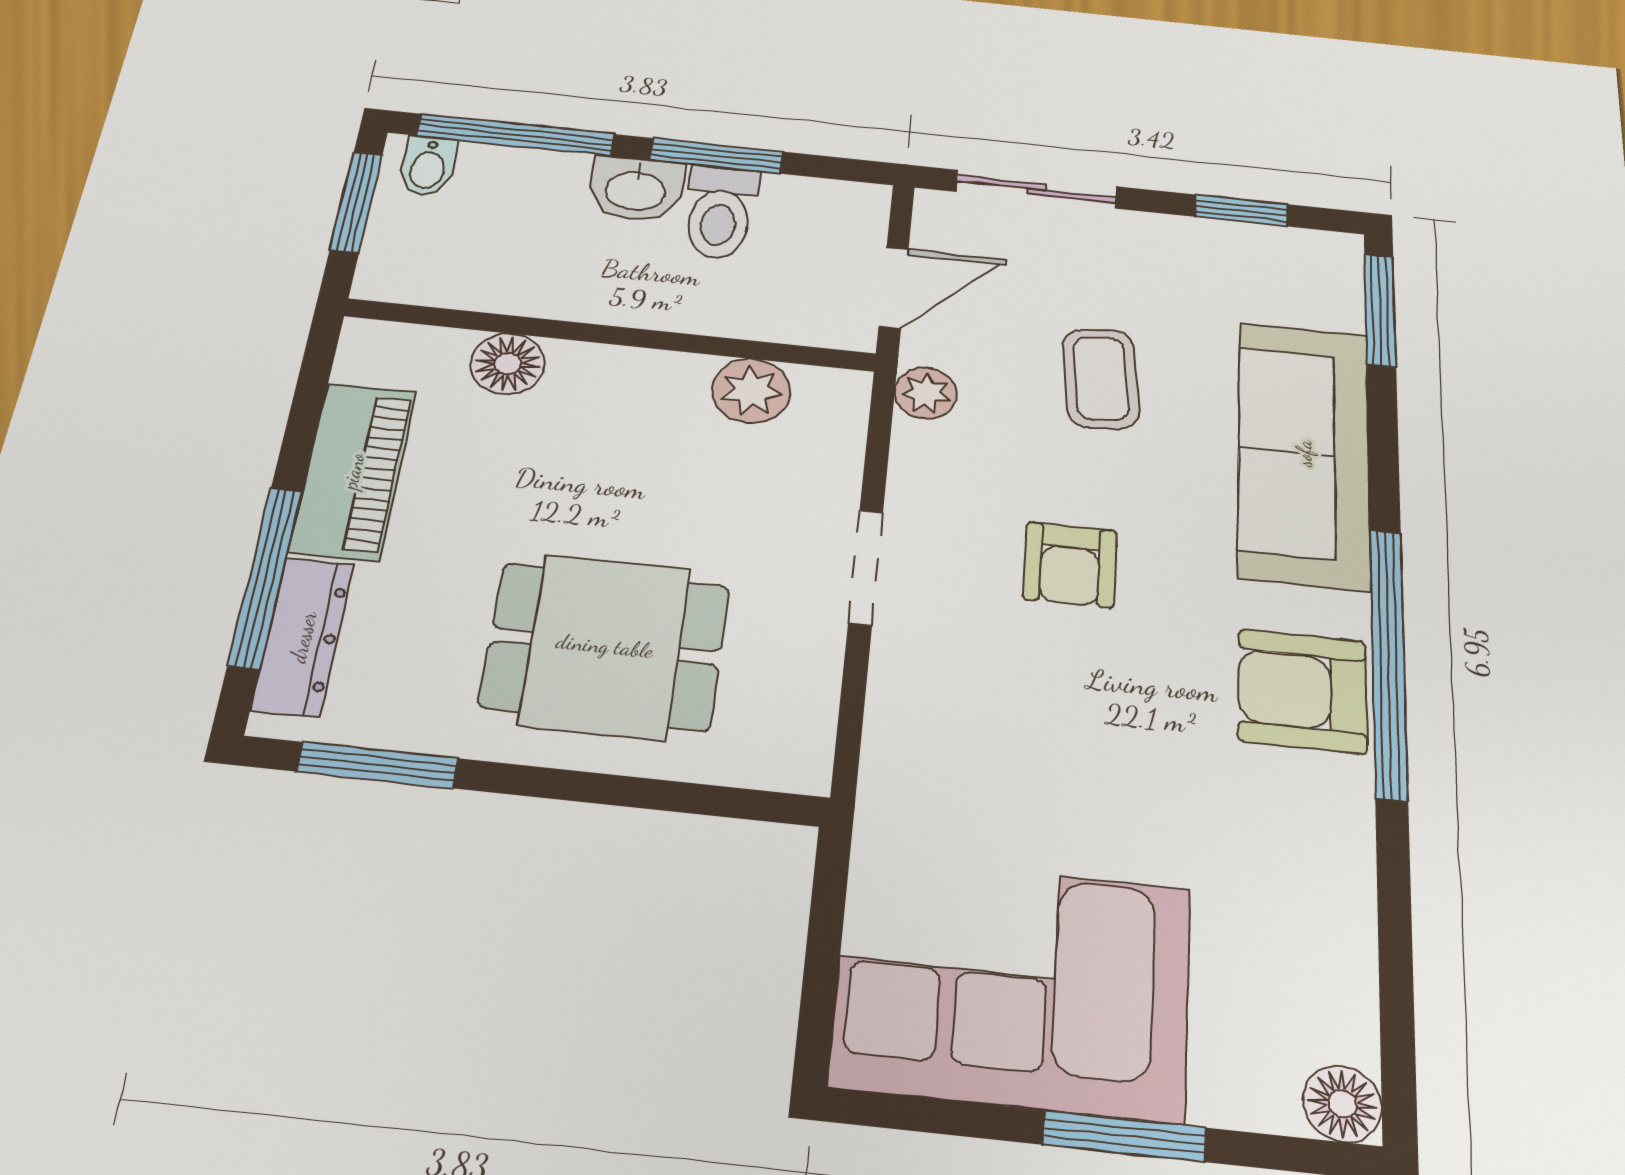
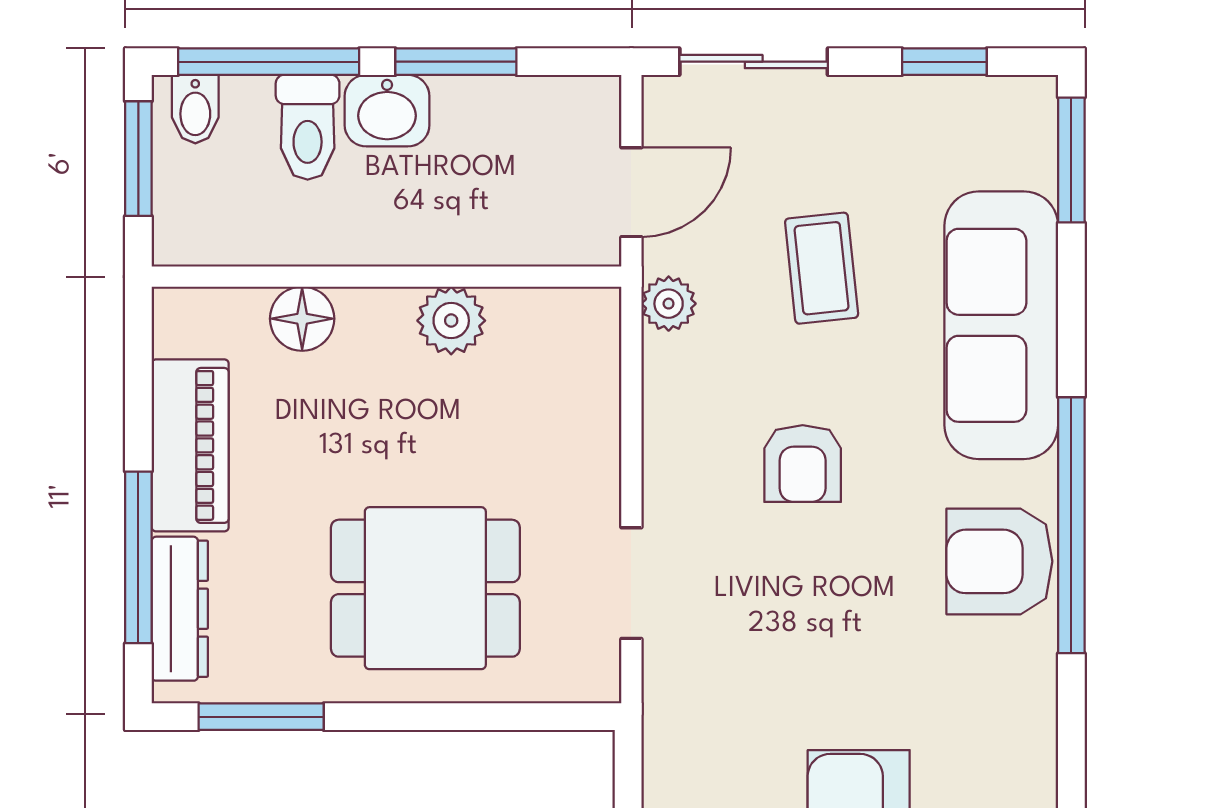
toilet: (720, 212) -> (308, 127), moved
plant: (751, 391) -> (451, 321), moved
doorway: (866, 567) -> (631, 583), moved

